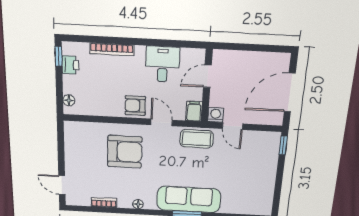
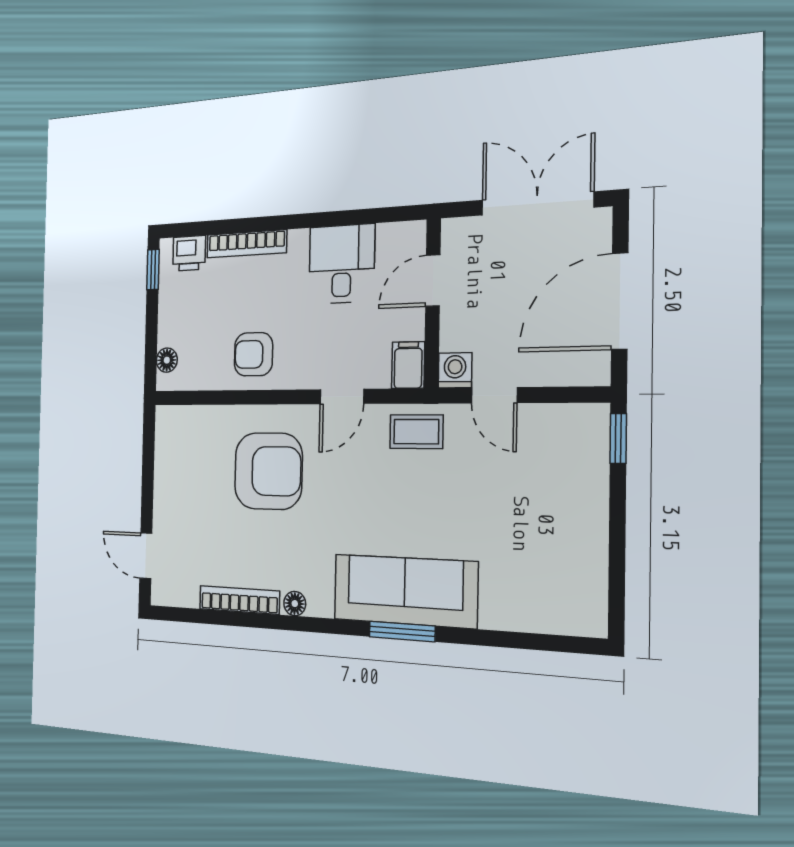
double door: (258, 48) -> (537, 204), added
printer: (70, 65) -> (189, 253), moved, turned 90
armchair: (135, 106) -> (253, 354), moved
door: (162, 122) -> (342, 397), swing flipped
coffee table: (197, 139) -> (416, 432), width x0.73, depth x0.77
bookcase: (104, 202) -> (239, 600), width x1.56

